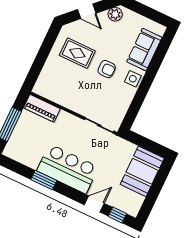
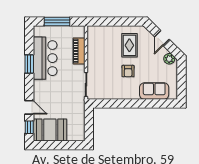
side table: (133, 79) -> (130, 93), removed
piano: (42, 108) -> (79, 51), moved
bar counter: (68, 169) -> (45, 58), moved
booth: (142, 171) -> (50, 130), moved

